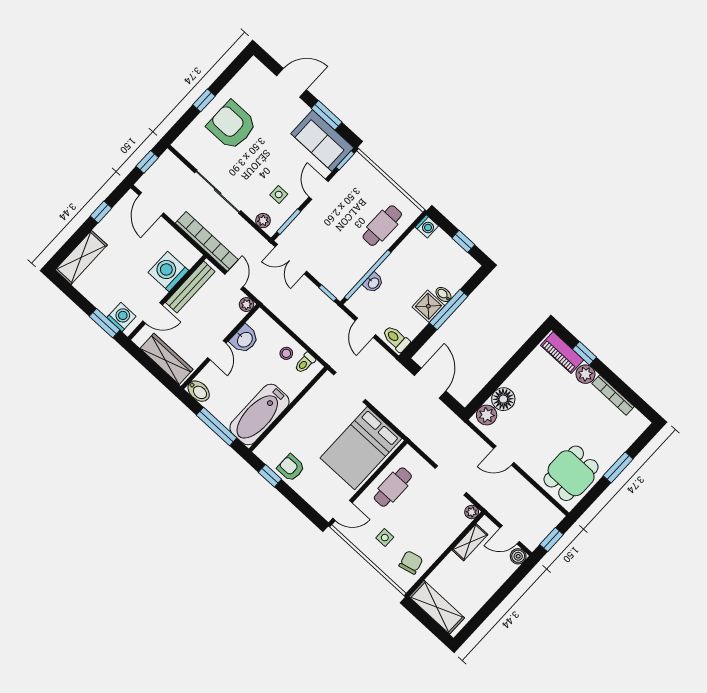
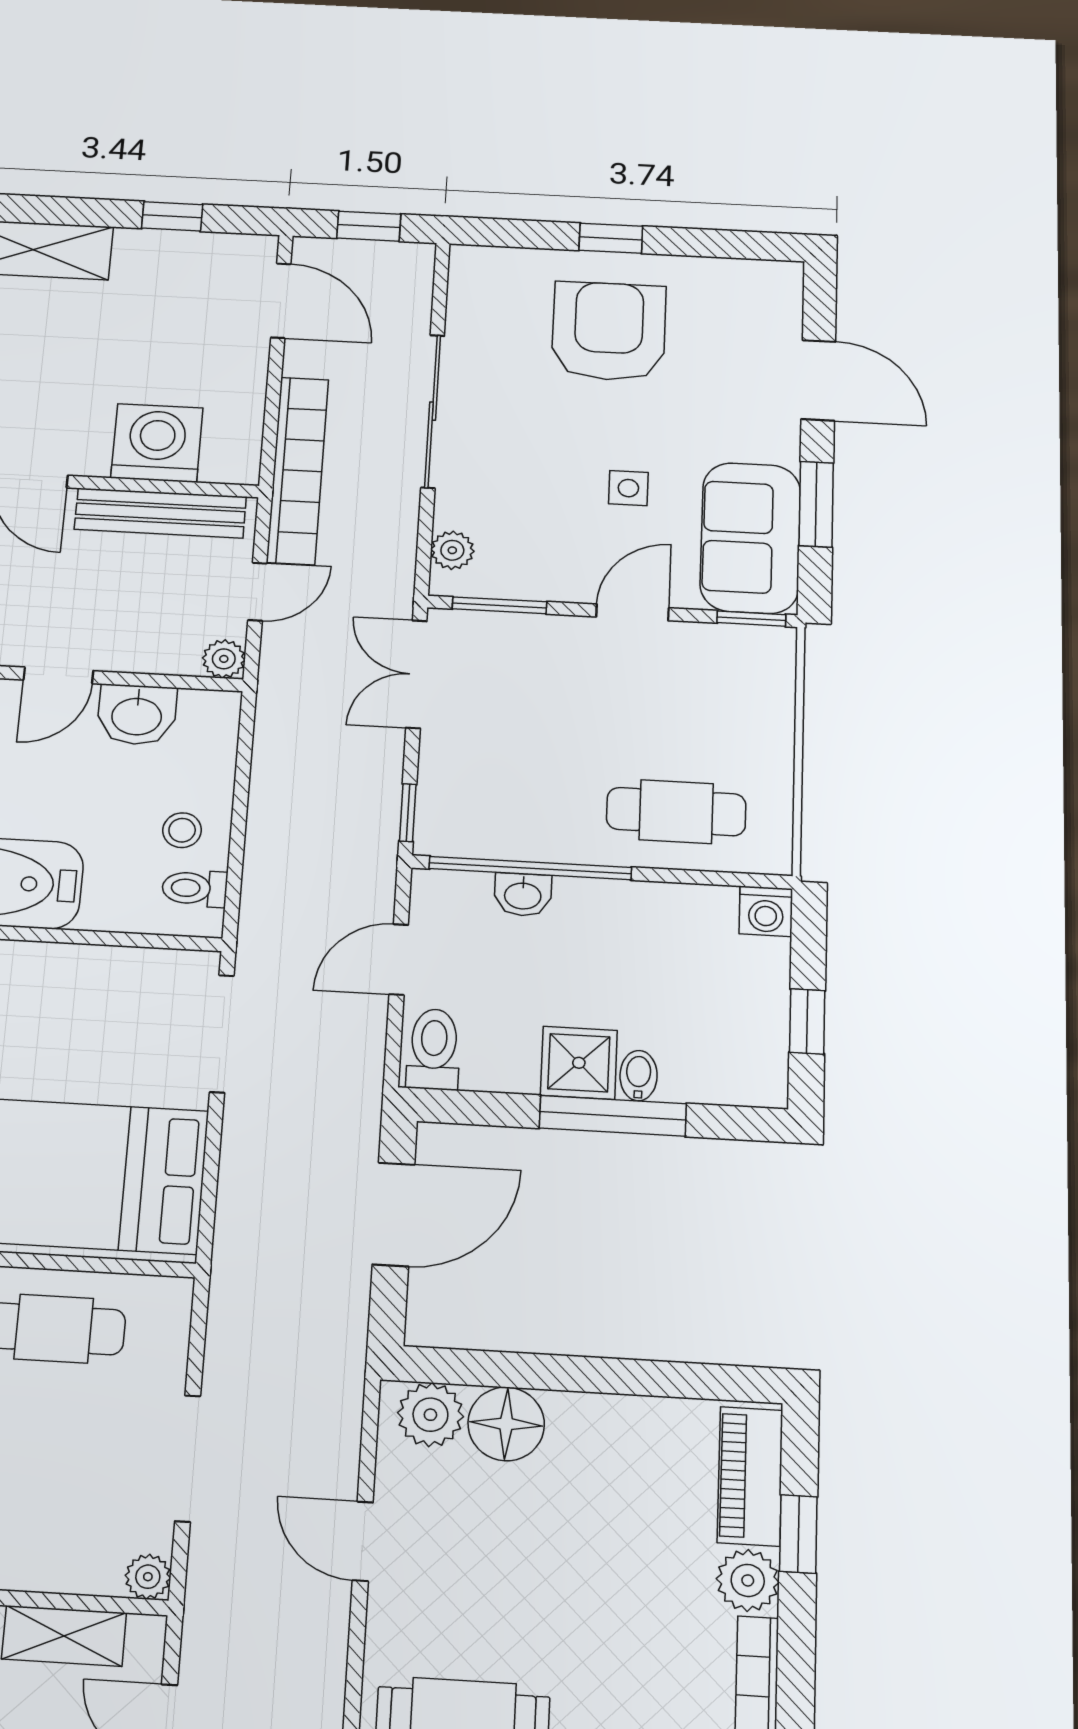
side table: (279, 194) -> (628, 488), moved
door: (151, 204) -> (281, 301), swing flipped

